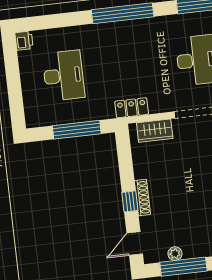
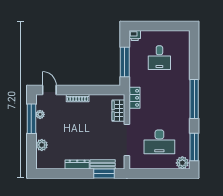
printer: (24, 41) -> (135, 36), moved
desk: (64, 76) -> (159, 58), width x0.73
window: (130, 201) -> (76, 90), removed

